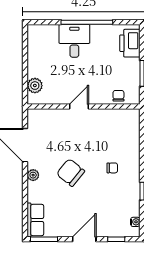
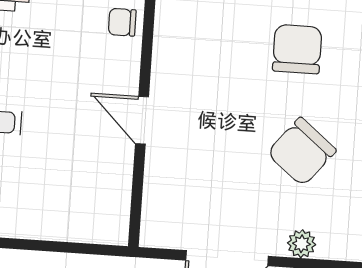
plant: (35, 86) -> (83, 225), removed
chair: (112, 168) -> (297, 49), width x1.87, depth x1.87

